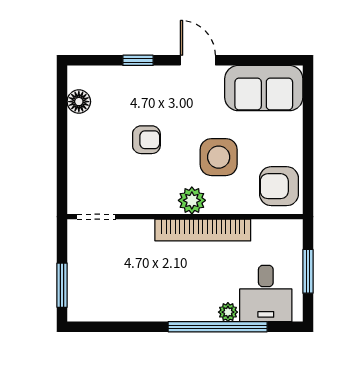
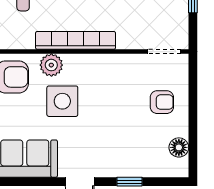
armchair: (146, 140) -> (162, 102), moved, turned 180
plant: (192, 200) -> (51, 65), moved

